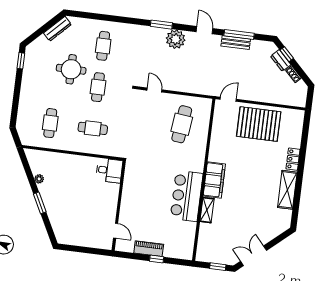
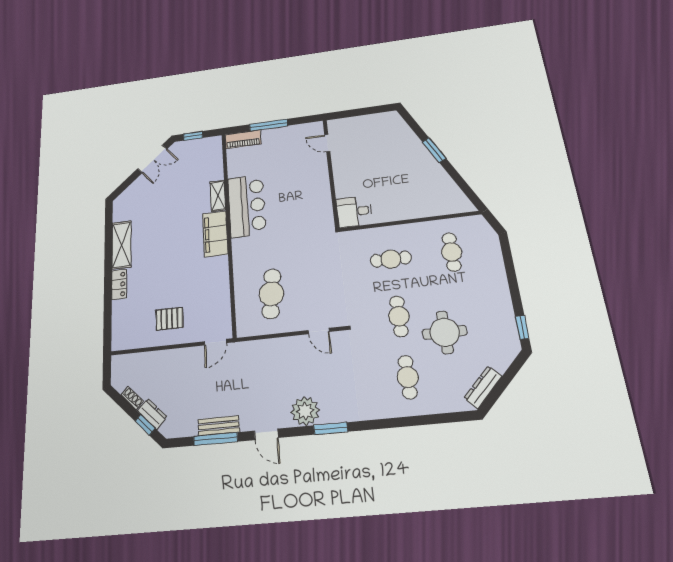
pallet: (259, 124) -> (169, 319), width x0.49, depth x0.50
plant: (39, 179) -> (444, 178), removed
piano: (149, 249) -> (243, 139), moved
window: (157, 259) -> (269, 125), width x2.17

